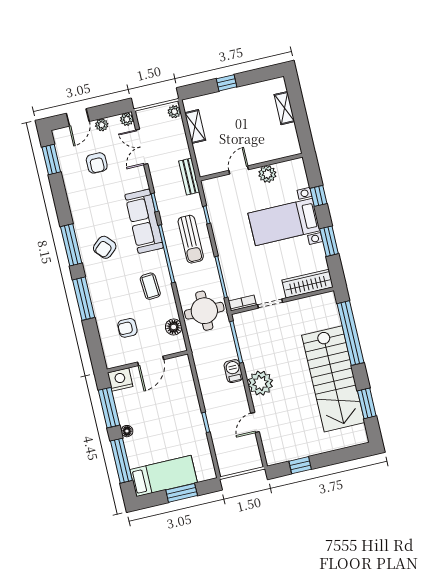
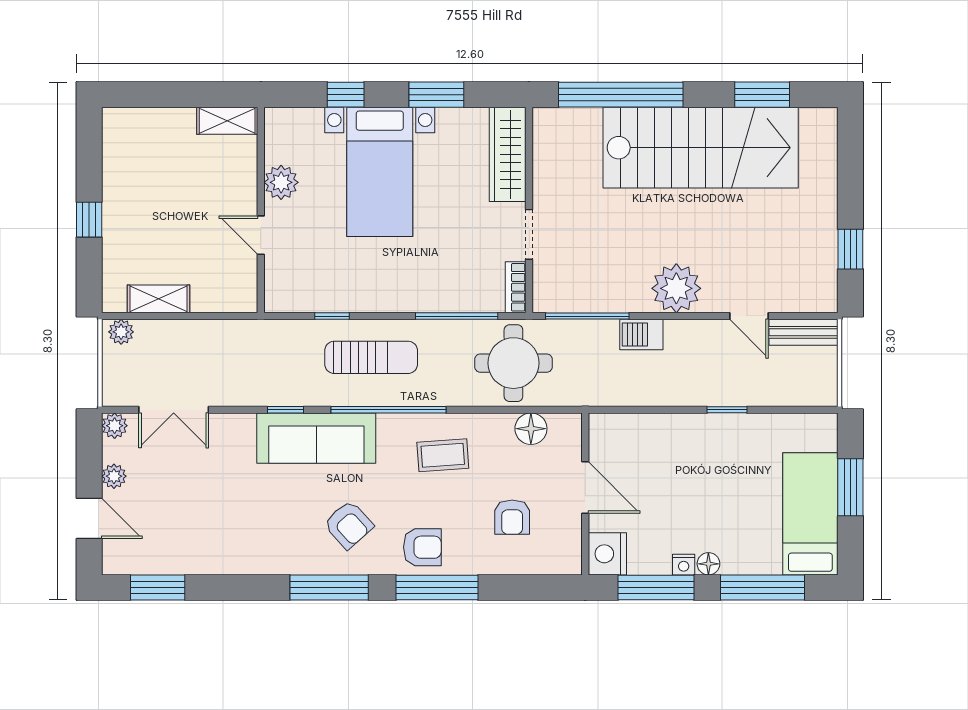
shelving: (284, 108) -> (227, 121), moved
armchair: (97, 163) -> (422, 547), moved
bench: (189, 176) -> (804, 332), moved
nightstand: (124, 419) -> (684, 565), added

